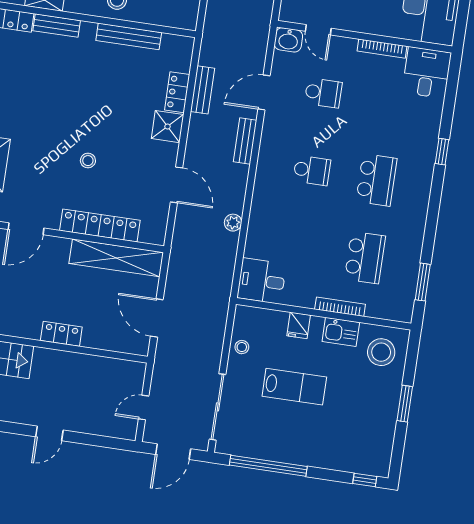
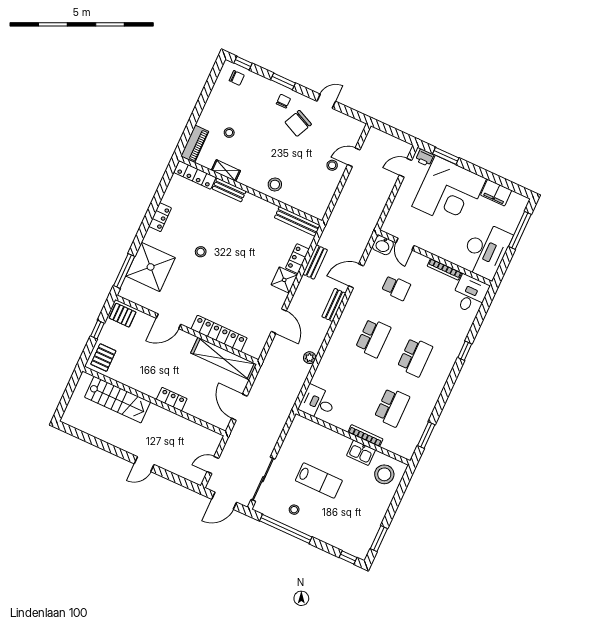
bench: (129, 36) -> (297, 221), moved
stool: (88, 161) -> (201, 252), moved
school desk: (312, 170) -> (373, 338), width x1.85
fridge: (299, 325) -> (334, 440), removed
stool: (242, 347) -> (294, 510), moved
window: (405, 404) -> (379, 539), moved

